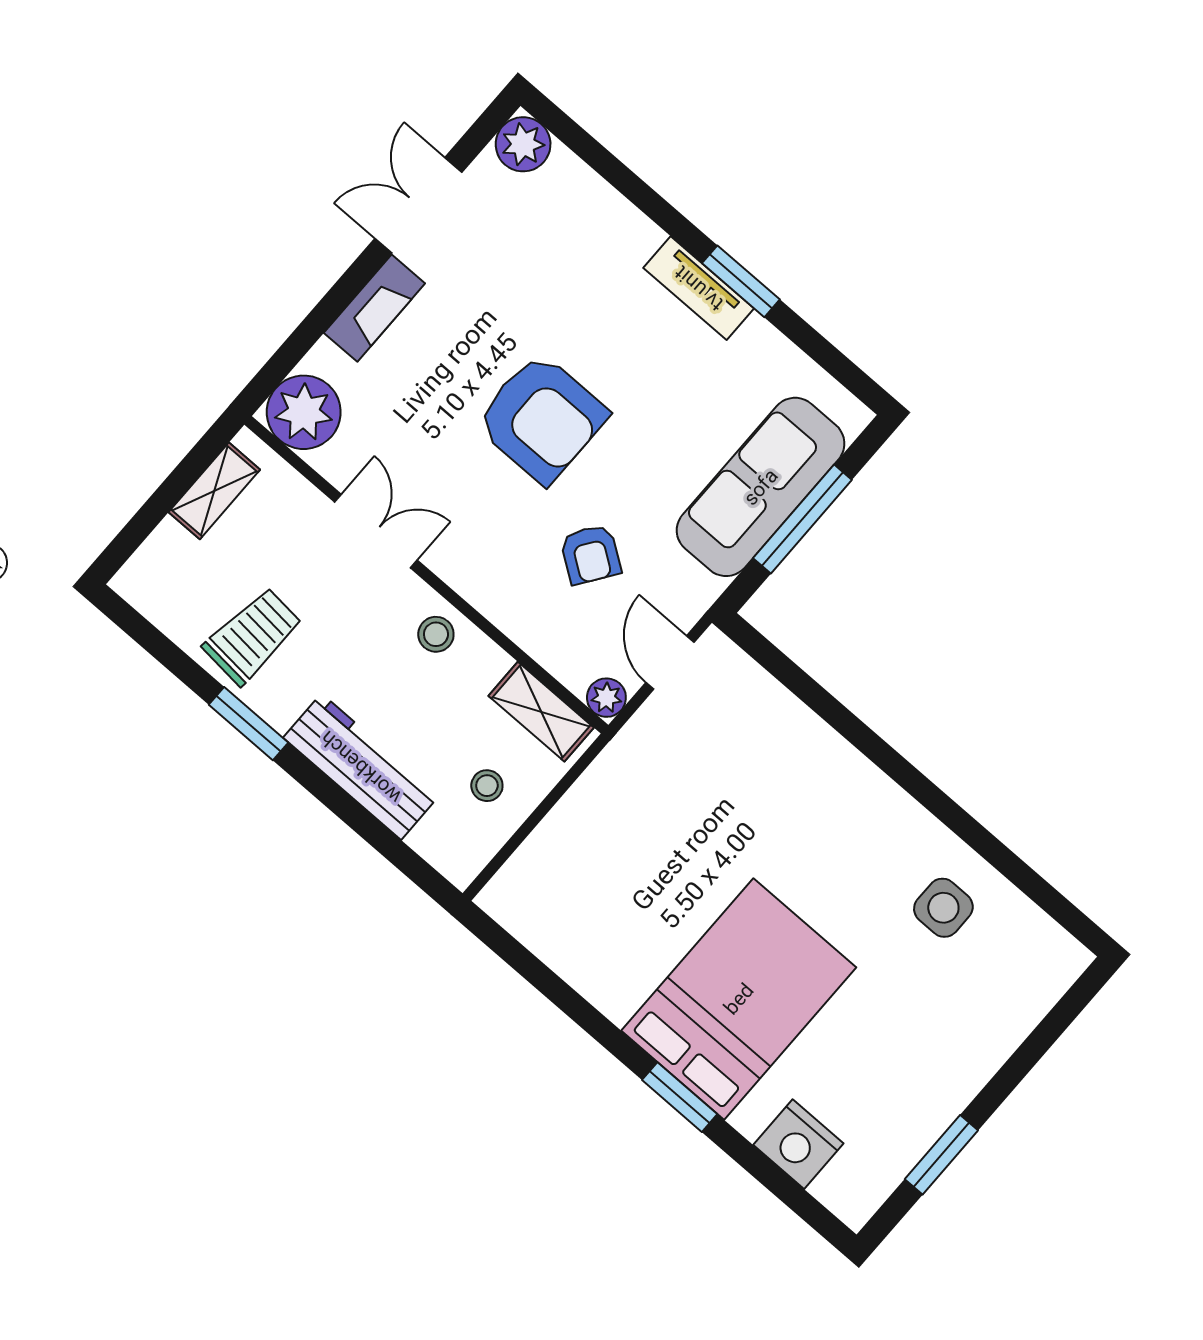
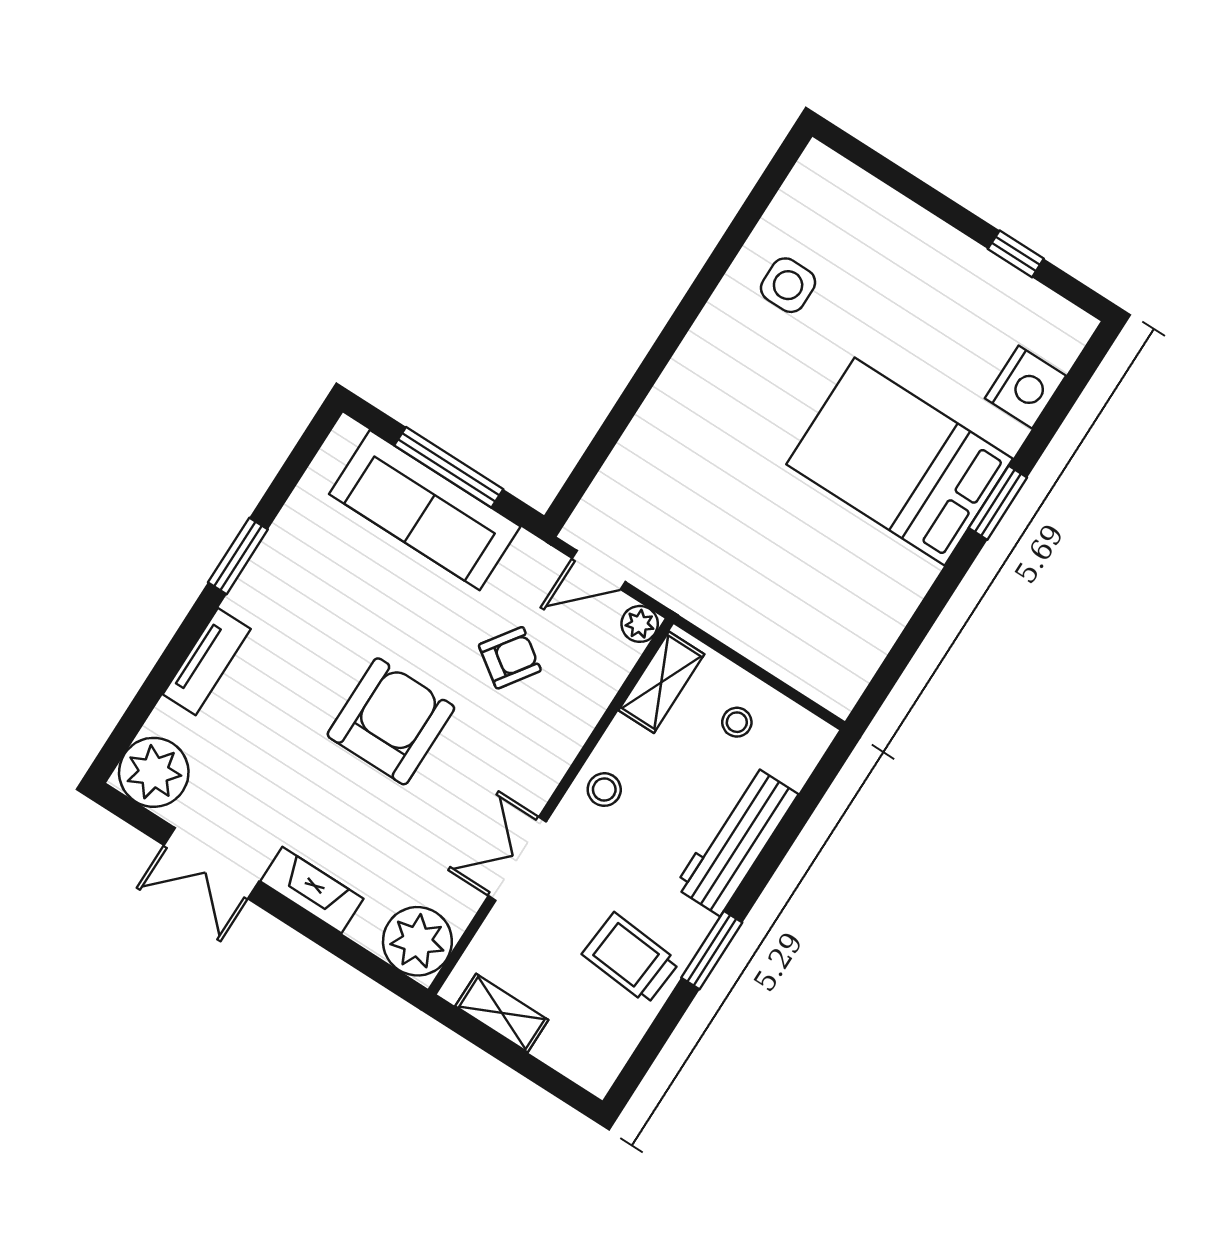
plant: (523, 144) -> (154, 772), width x1.36, depth x1.36
tv unit: (699, 288) -> (207, 662), moved
window: (941, 1155) -> (1016, 254), width x0.67

